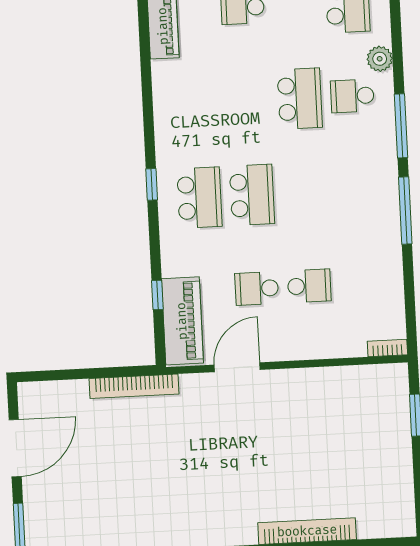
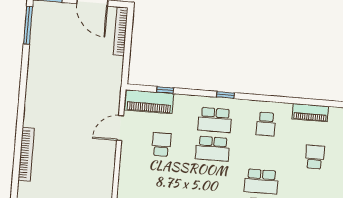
school desk: (309, 286) -> (266, 124), moved
door: (237, 367) -> (120, 128), swing flipped
bookcase: (134, 386) -> (120, 31), moved

